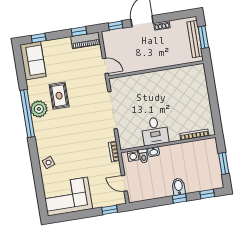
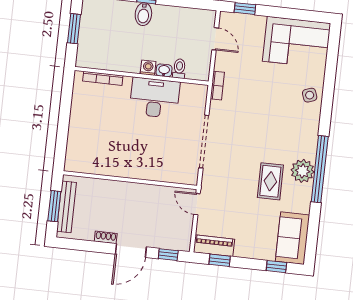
desk: (155, 131) -> (155, 98), width x1.37
washing machine: (133, 156) -> (148, 68), moved

